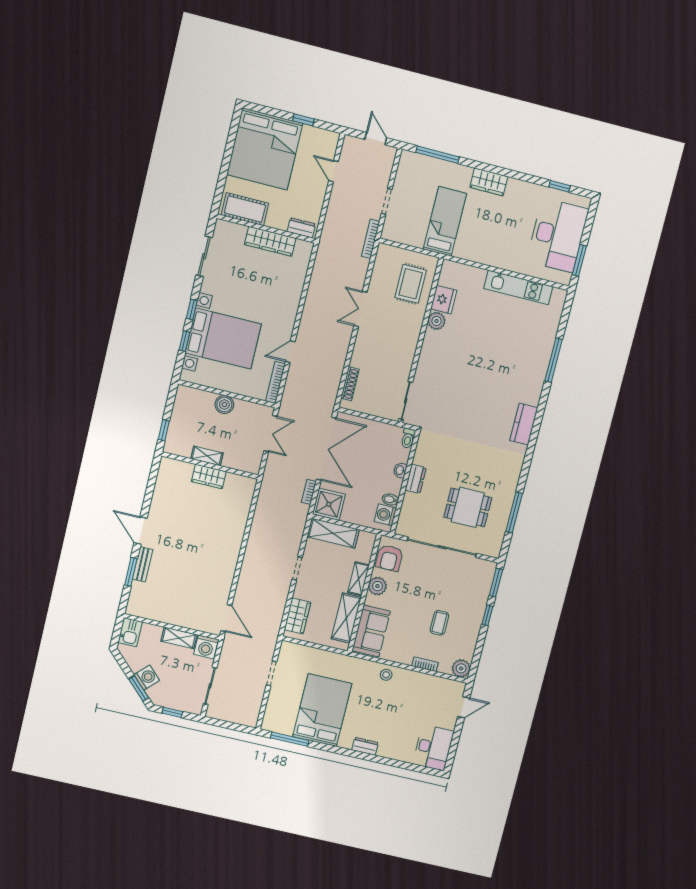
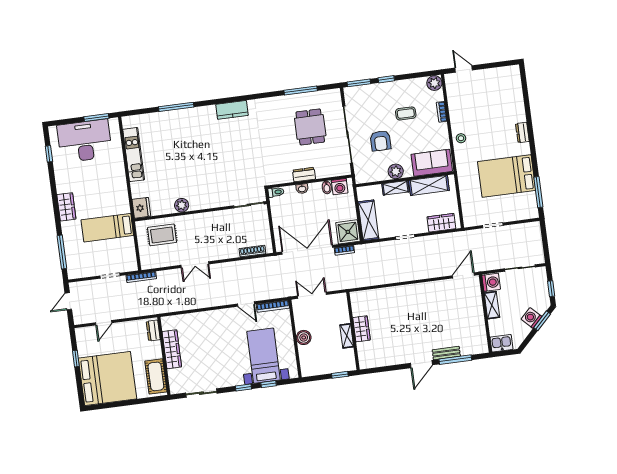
fridge: (444, 300) -> (141, 208), moved, turned 90
bed with nightstands: (223, 338) -> (264, 356), width x0.73
armchair: (389, 558) -> (381, 141), moved, turned 90
window: (131, 572) -> (455, 360), width x1.44
desk: (433, 748) -> (504, 80), removed

